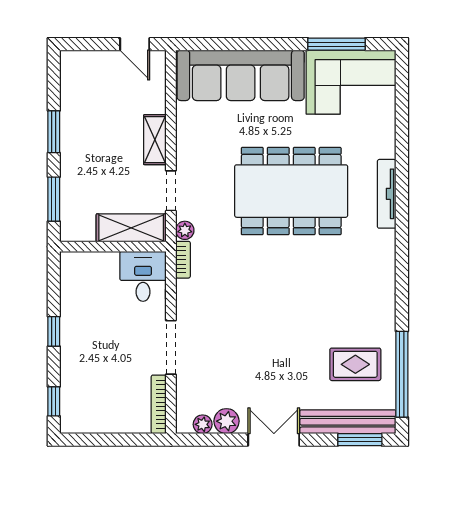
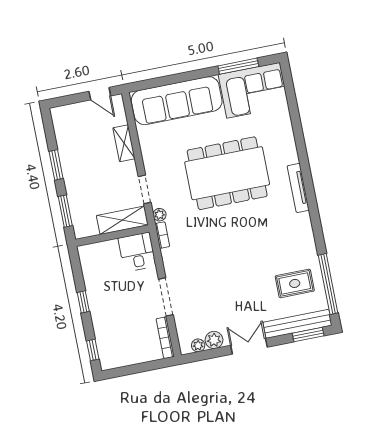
shelving: (155, 140) -> (124, 143), moved
tv unit: (387, 194) -> (298, 188), moved

